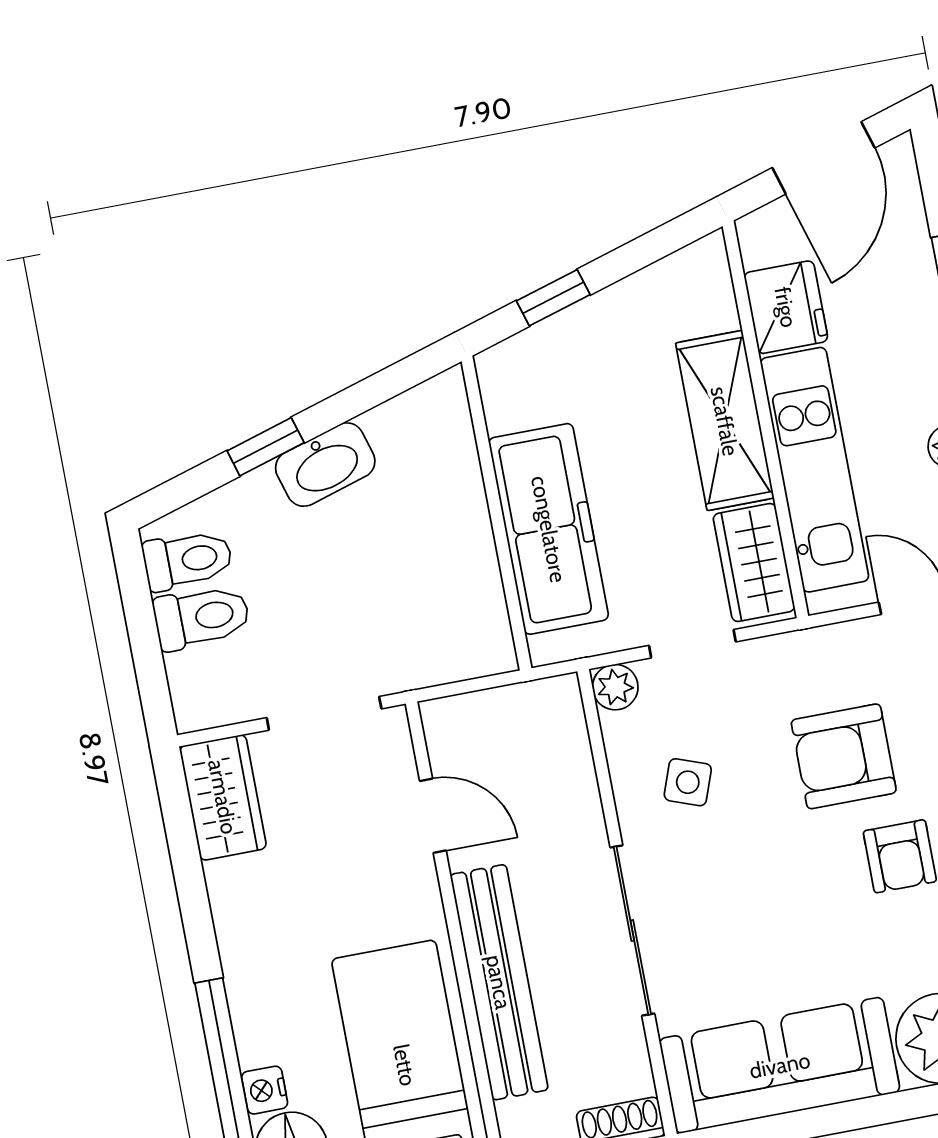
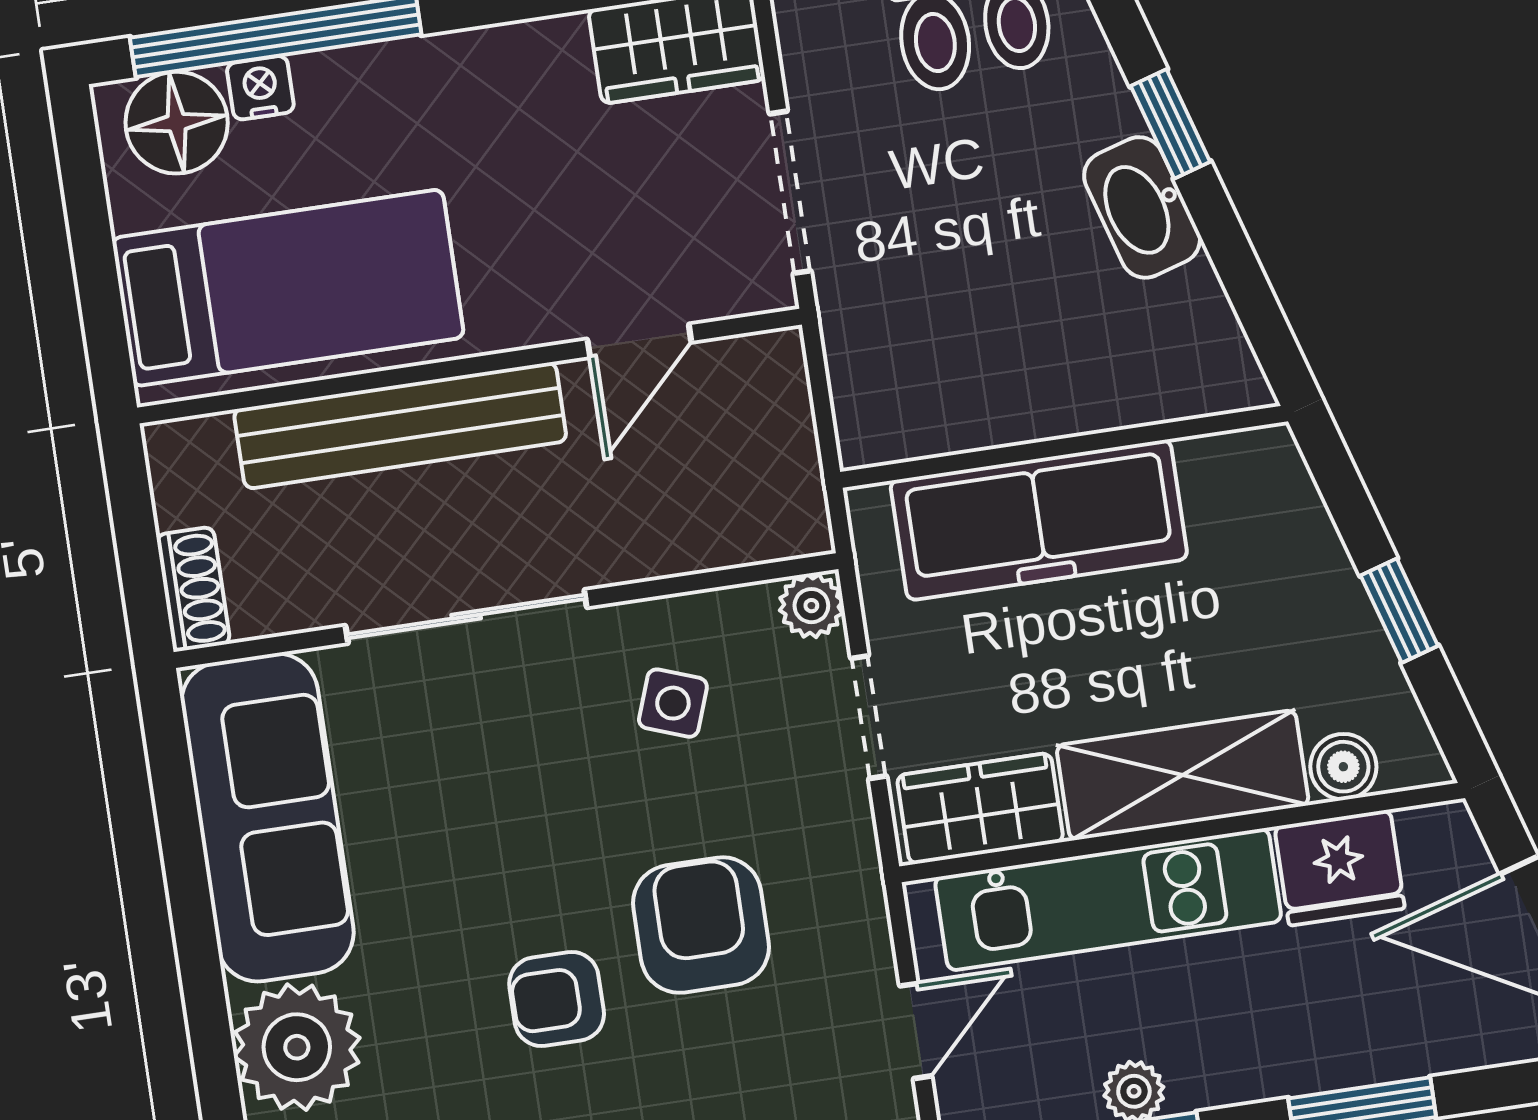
window: (553, 298) -> (1399, 611), moved
boiler: (715, 307) -> (1343, 767), added

